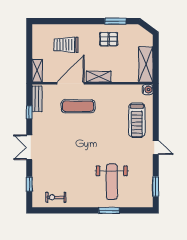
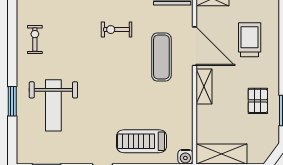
exercise bike: (59, 138) -> (117, 30), added
weight bench: (112, 182) -> (53, 105), turned -90
exercise bike: (56, 197) -> (35, 39), moved

